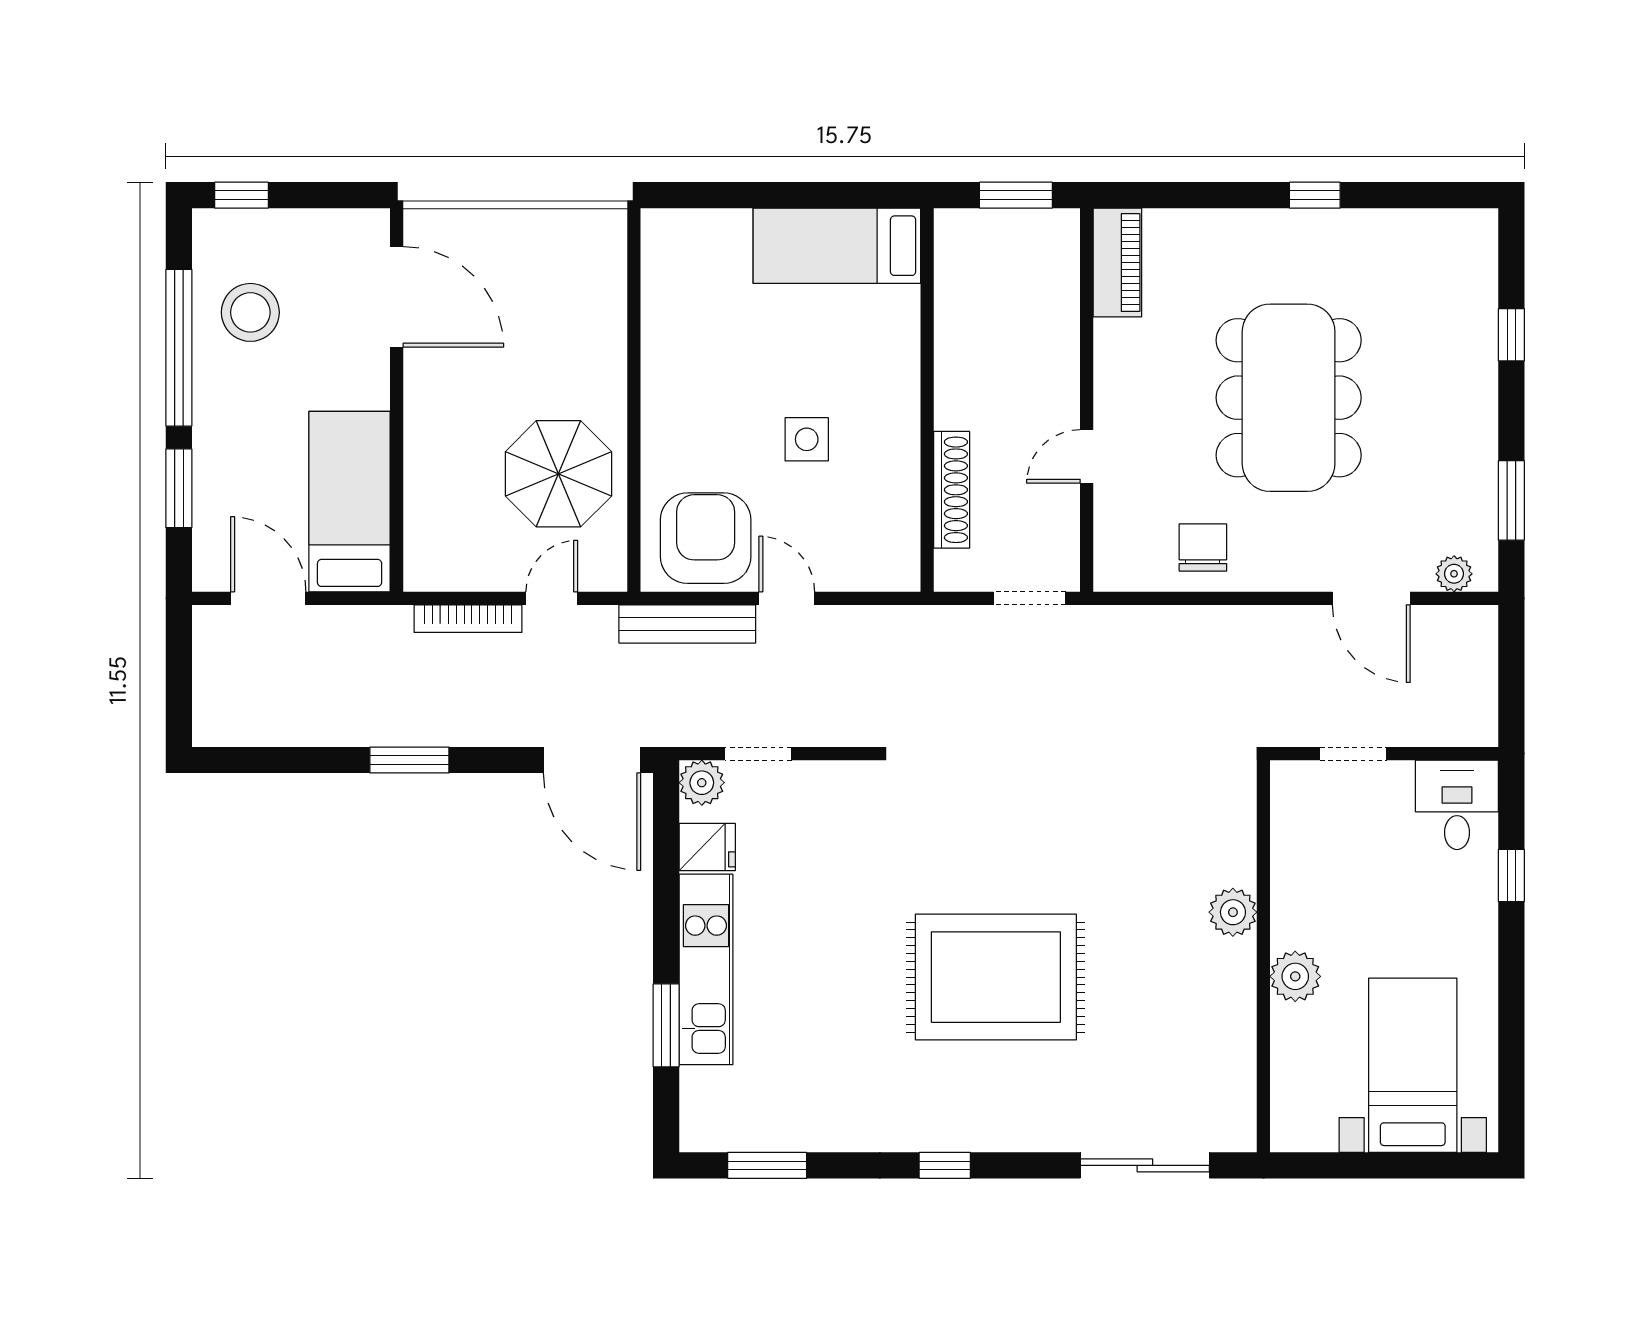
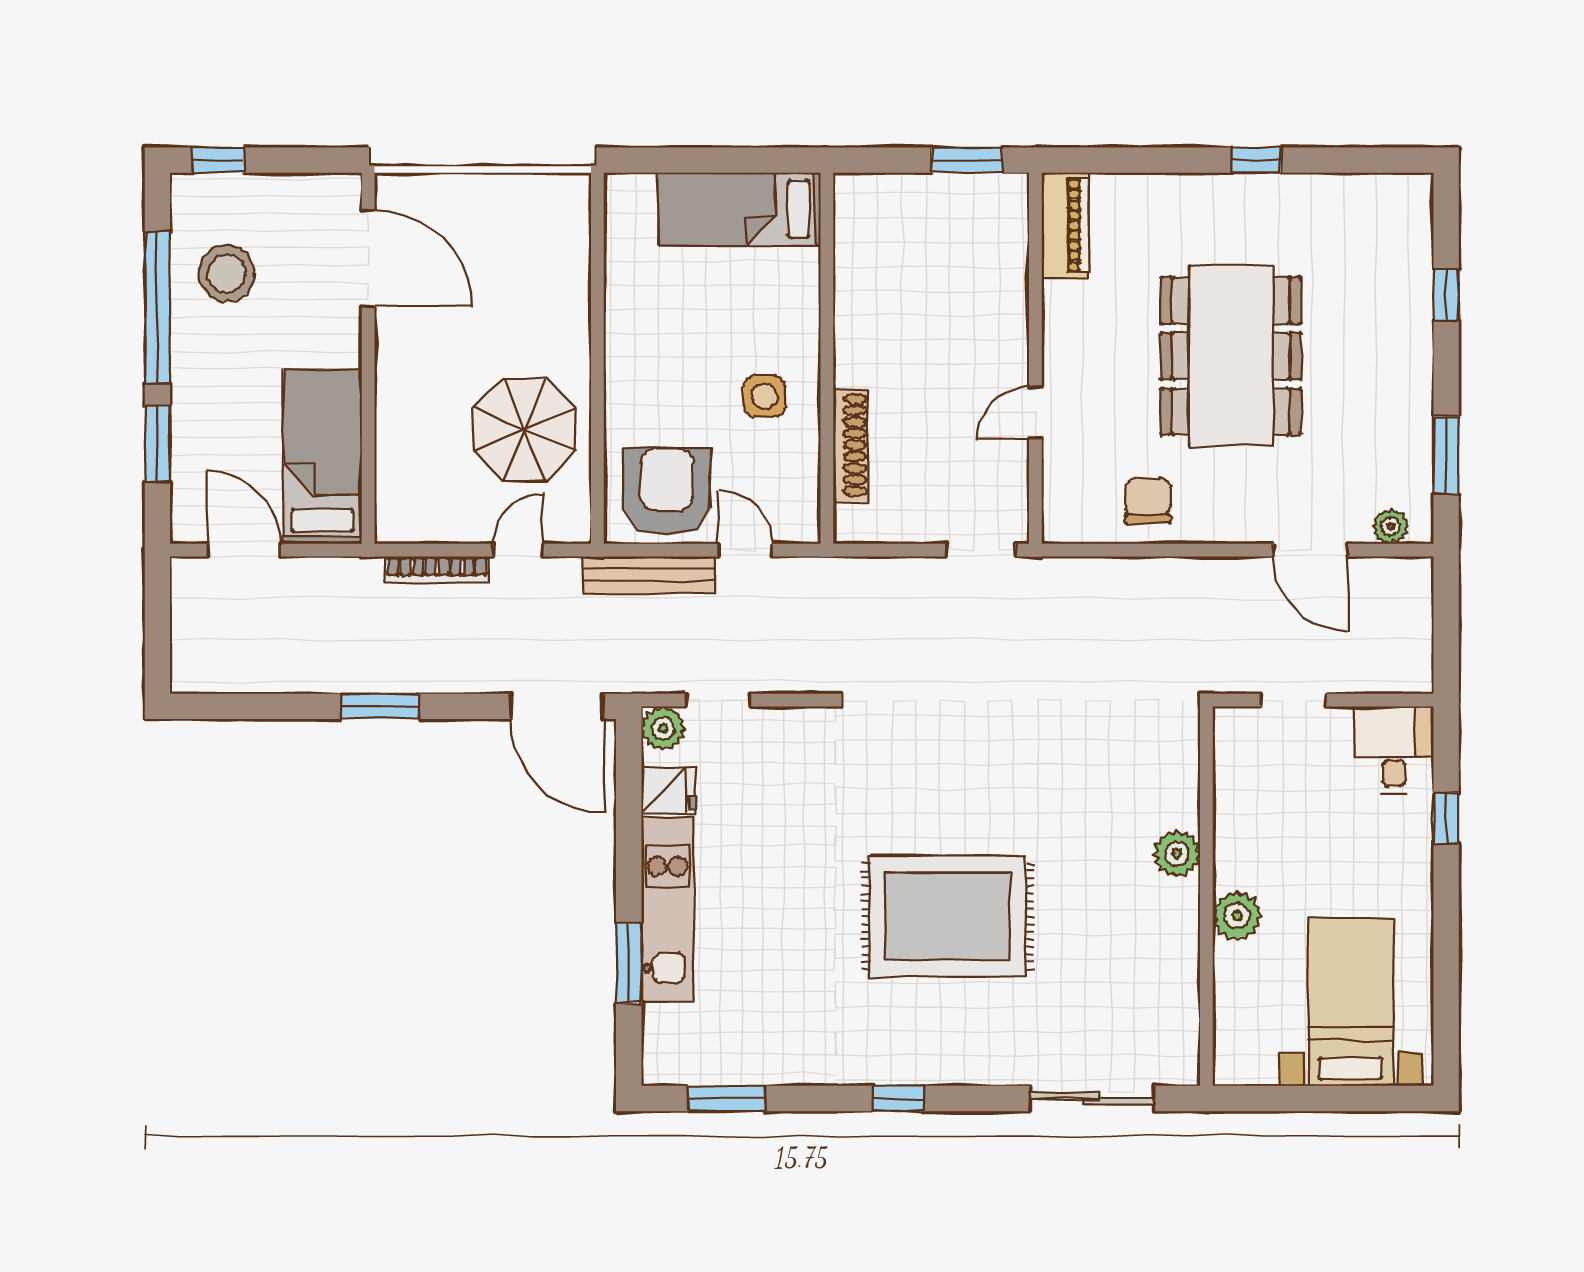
bed: (837, 246) -> (740, 209), moved
wall: (927, 400) -> (827, 358), moved
shoe rack: (952, 490) -> (851, 445), moved

